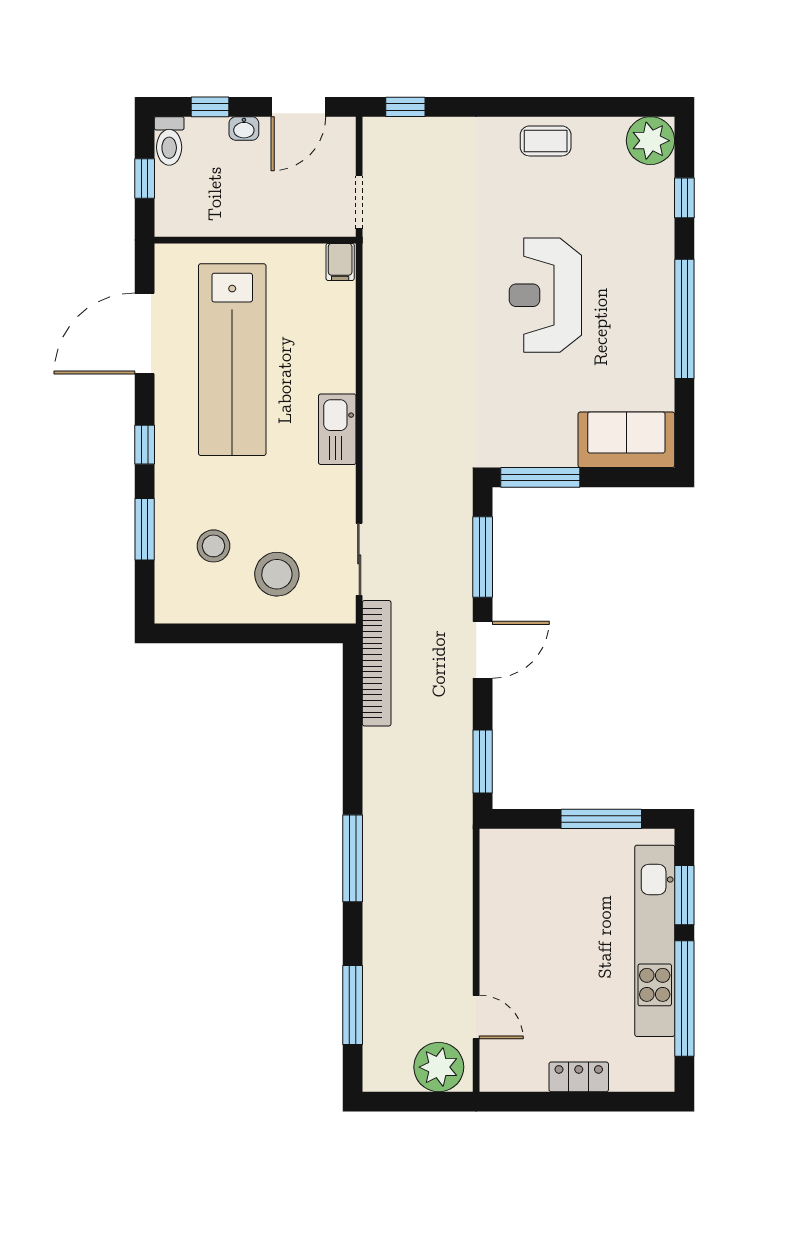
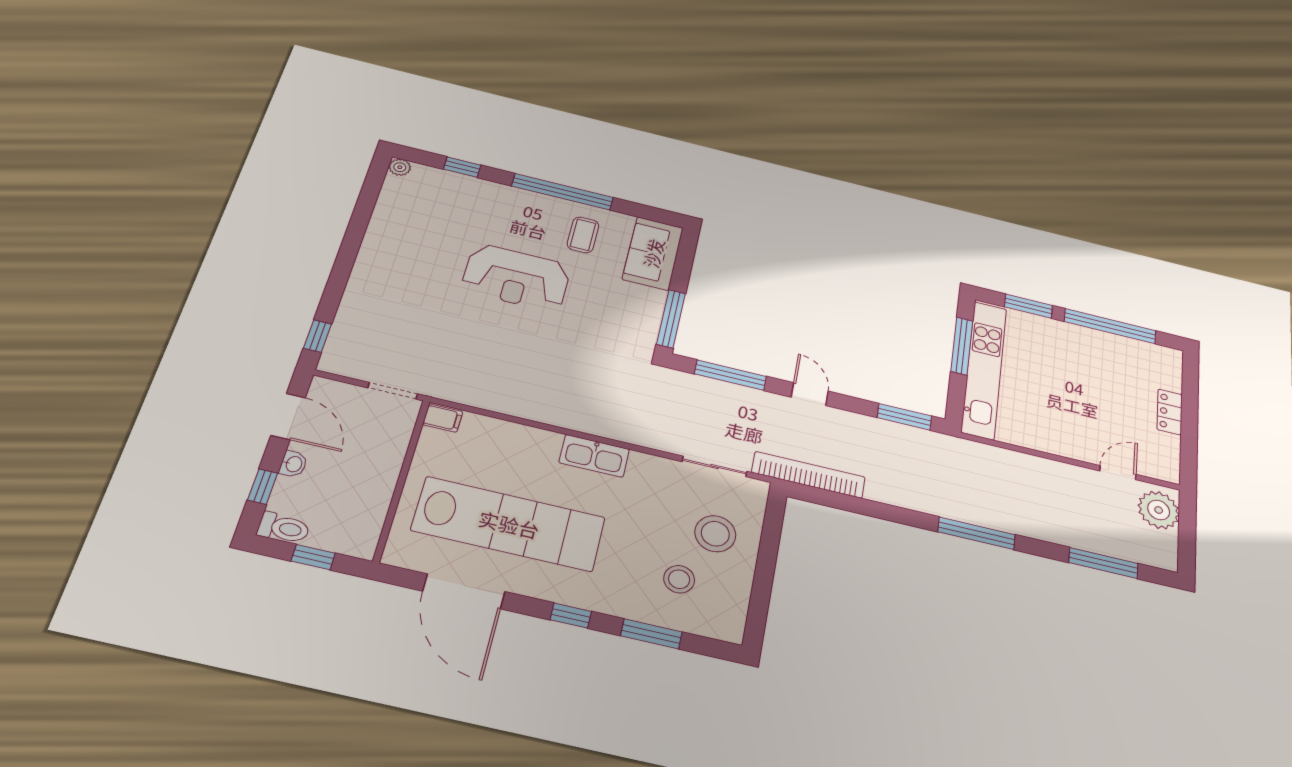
coffee table: (546, 141) -> (583, 235), moved
plant: (650, 141) -> (400, 167), width x0.53, depth x0.53
door: (483, 650) -> (810, 394), width x0.73
kitchen unit: (655, 941) -> (984, 369), moved, turned -90

